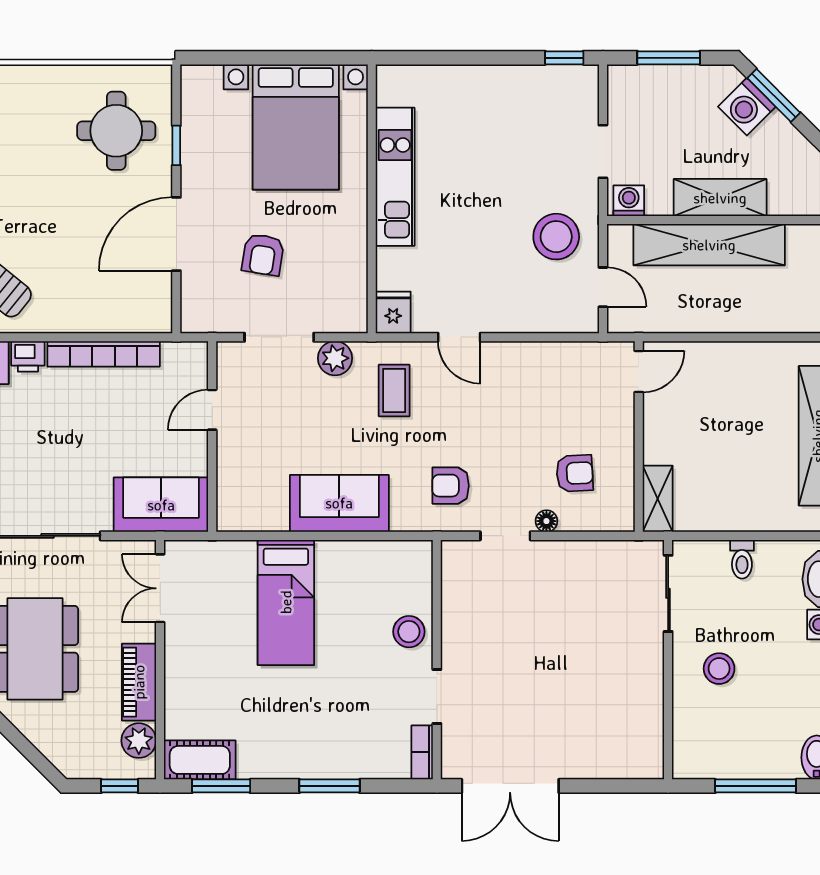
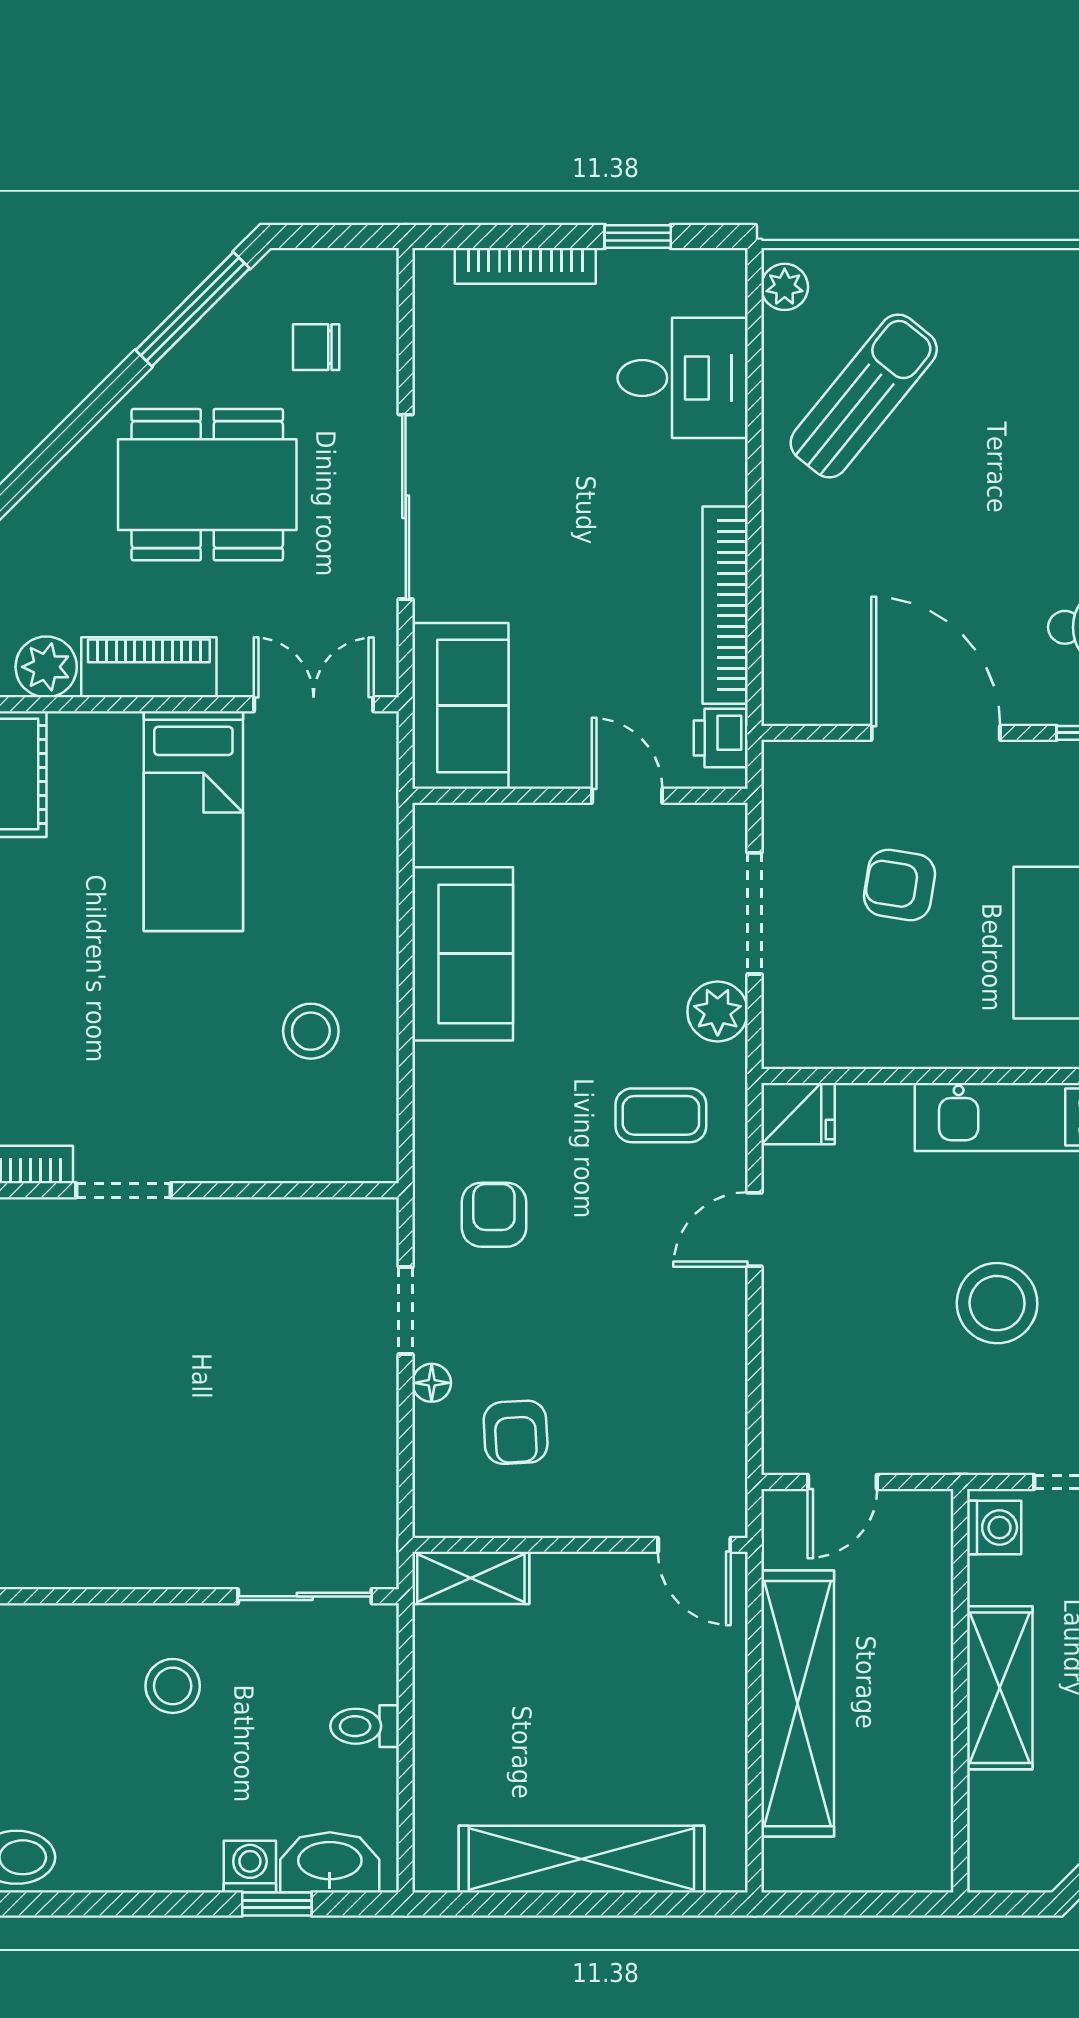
stool: (556, 237) -> (997, 1303), moved
shelving: (709, 245) -> (798, 1704), moved
printer: (28, 356) -> (721, 738), moved
sofa: (339, 503) -> (463, 954), moved
bed: (286, 602) -> (193, 821), moved, turned -90
stool: (409, 632) -> (311, 1031), moved

